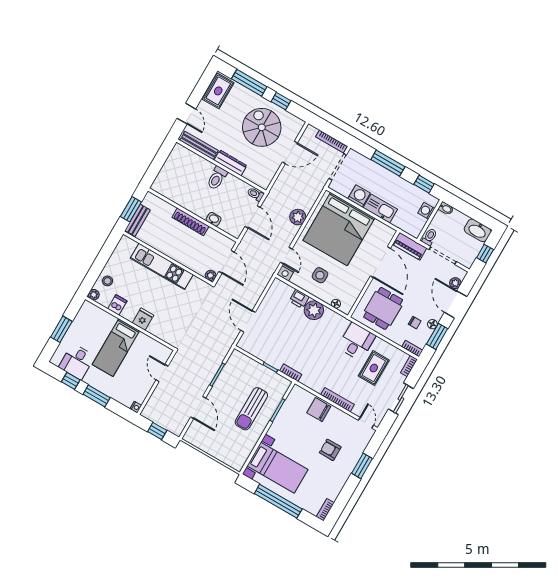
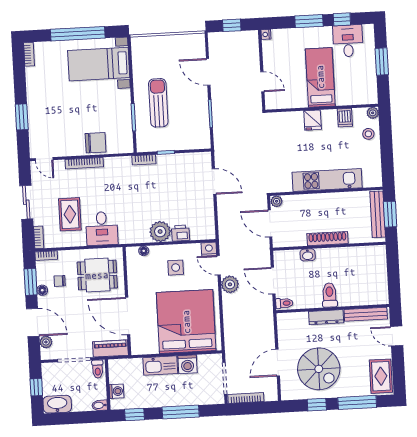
plant: (298, 217) -> (230, 284), moved
bench: (138, 220) -> (378, 214), width x1.36
dining table: (383, 308) -> (97, 275), turned 90
armchair: (330, 450) -> (61, 112), removed

